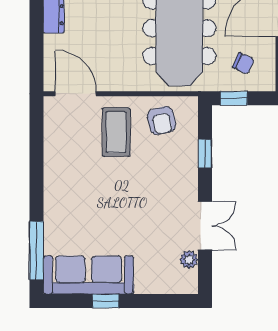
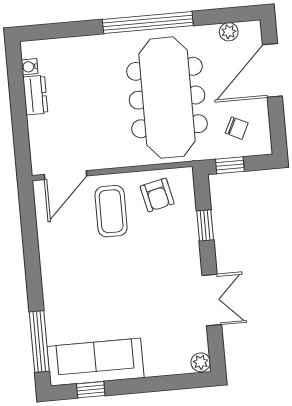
door: (76, 94) -> (66, 175), swing flipped
plant: (189, 259) -> (201, 362), moved
window: (106, 301) -> (91, 390), moved

